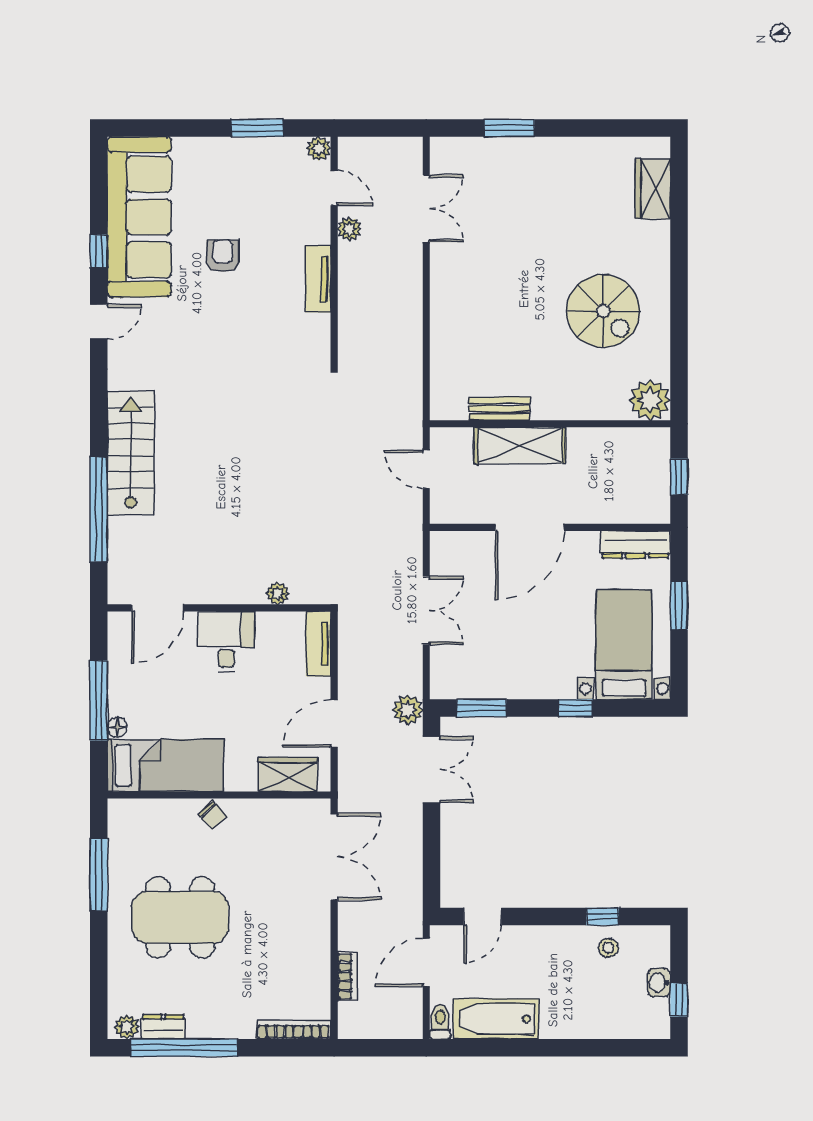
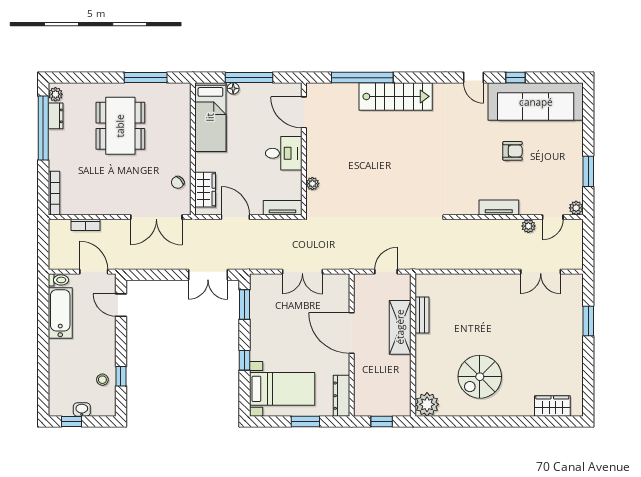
plant: (408, 710) -> (243, 261), removed
chair: (213, 815) -> (178, 182), moved

